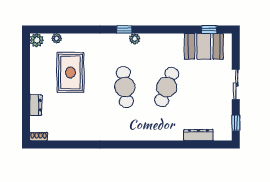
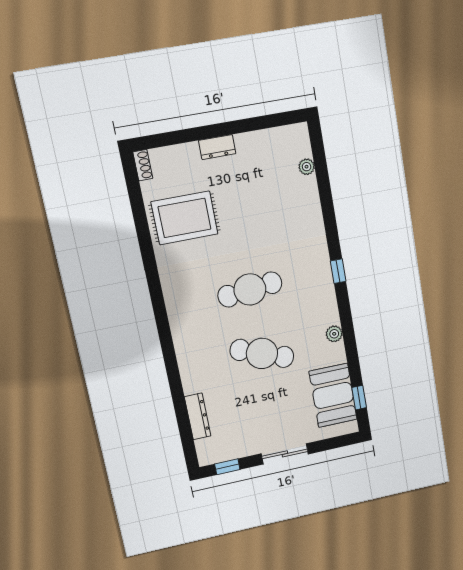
plant: (135, 39) -> (334, 334), moved
plant: (37, 40) -> (298, 135), removed
rug: (70, 72) -> (185, 218), moved
dresser: (36, 105) -> (217, 147), moved

